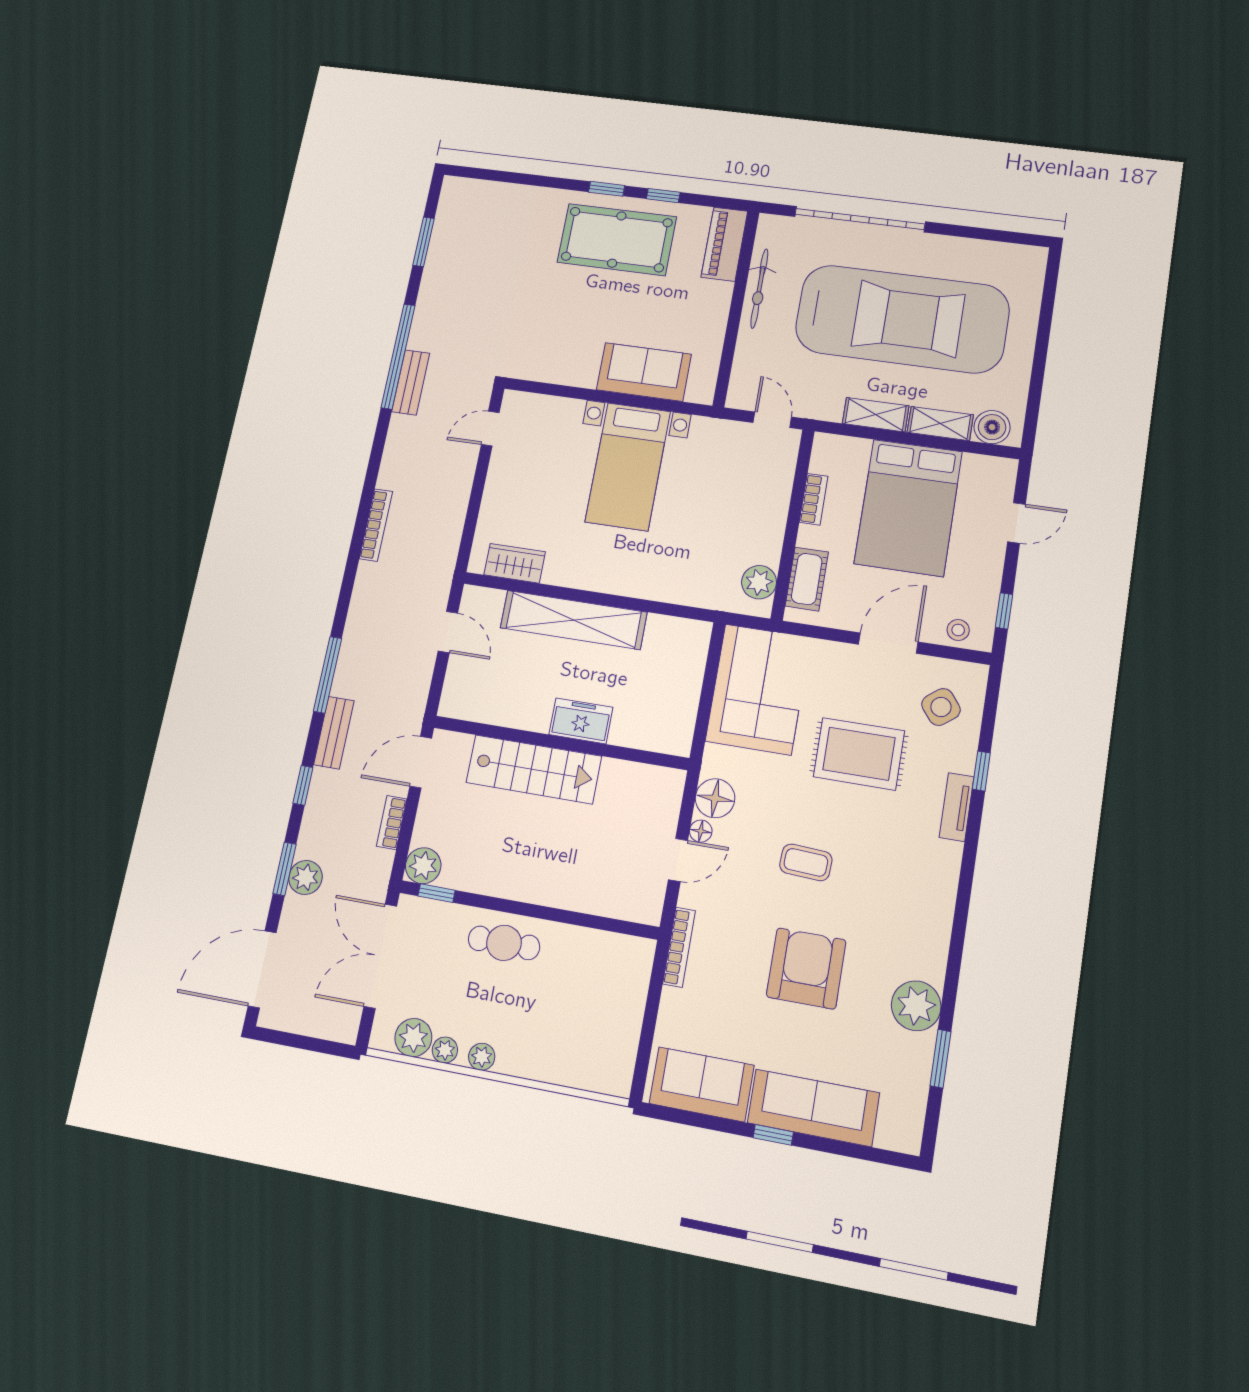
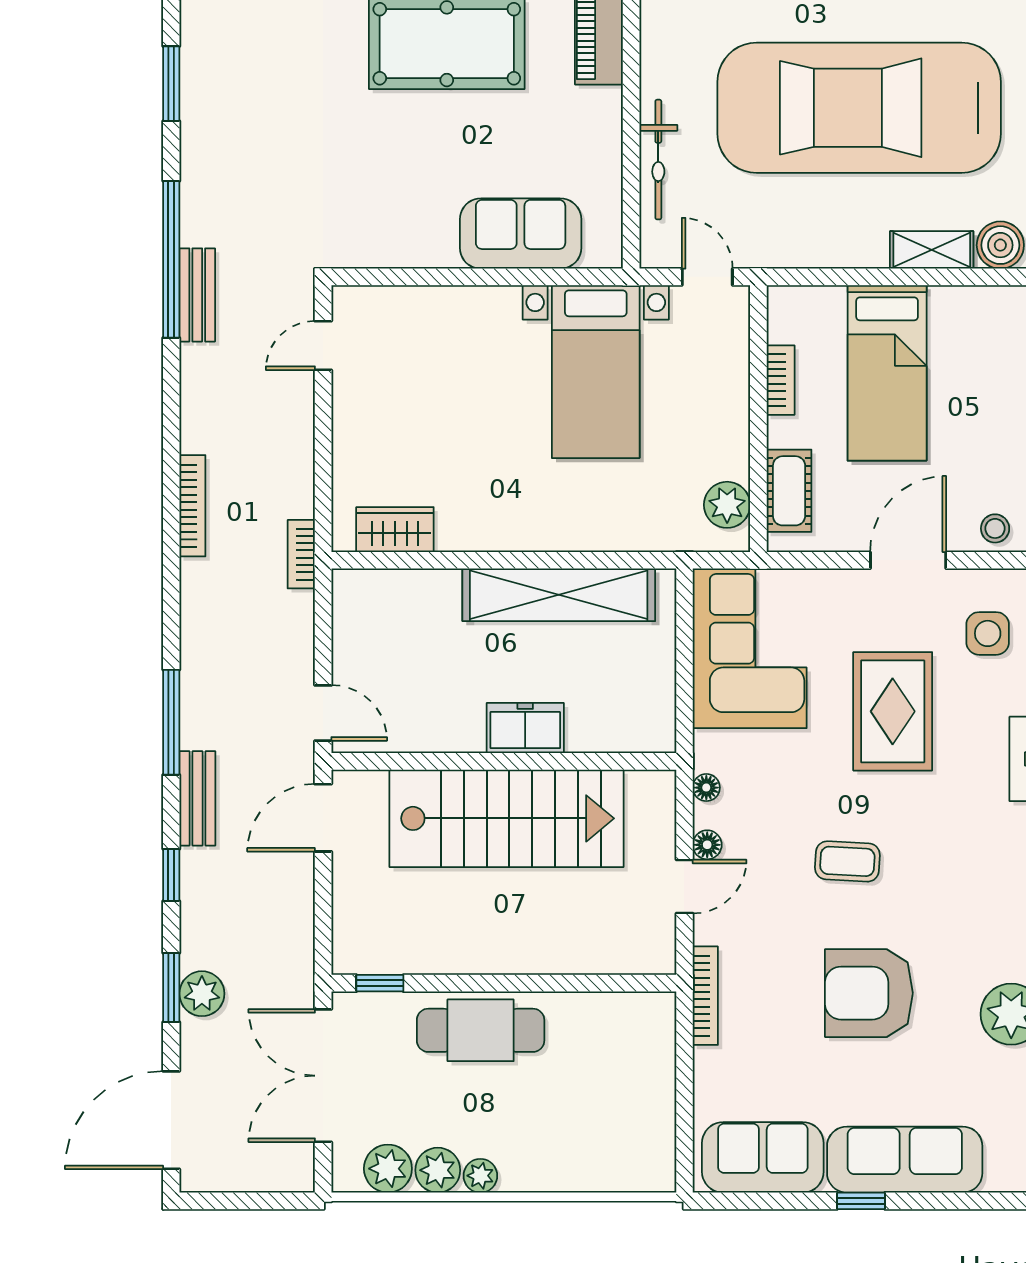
bicycle: (759, 289) -> (658, 160), moved
car: (902, 319) -> (859, 108), turned 180
shelving: (876, 415) -> (844, 250), removed
bed with nightstands: (628, 467) -> (596, 372), moved
bed: (908, 508) -> (887, 373), width x0.67
shelving: (573, 620) -> (559, 595), moved
door: (448, 632) -> (323, 713), moved
side table: (941, 707) -> (988, 633), turned 38
rug: (859, 754) -> (893, 711), turned 90
stairs: (534, 769) -> (507, 818), width x1.36, depth x1.51
floor lamp: (715, 798) -> (706, 788), width x0.53, depth x0.53
bookcase: (392, 823) -> (301, 554), moved
plant: (423, 866) -> (355, 951), removed
cafe table: (504, 943) -> (481, 1030), width x1.37, depth x1.35
armchair: (806, 968) -> (869, 993), turned -90
plant: (445, 1050) -> (438, 1170), width x1.38, depth x1.38

